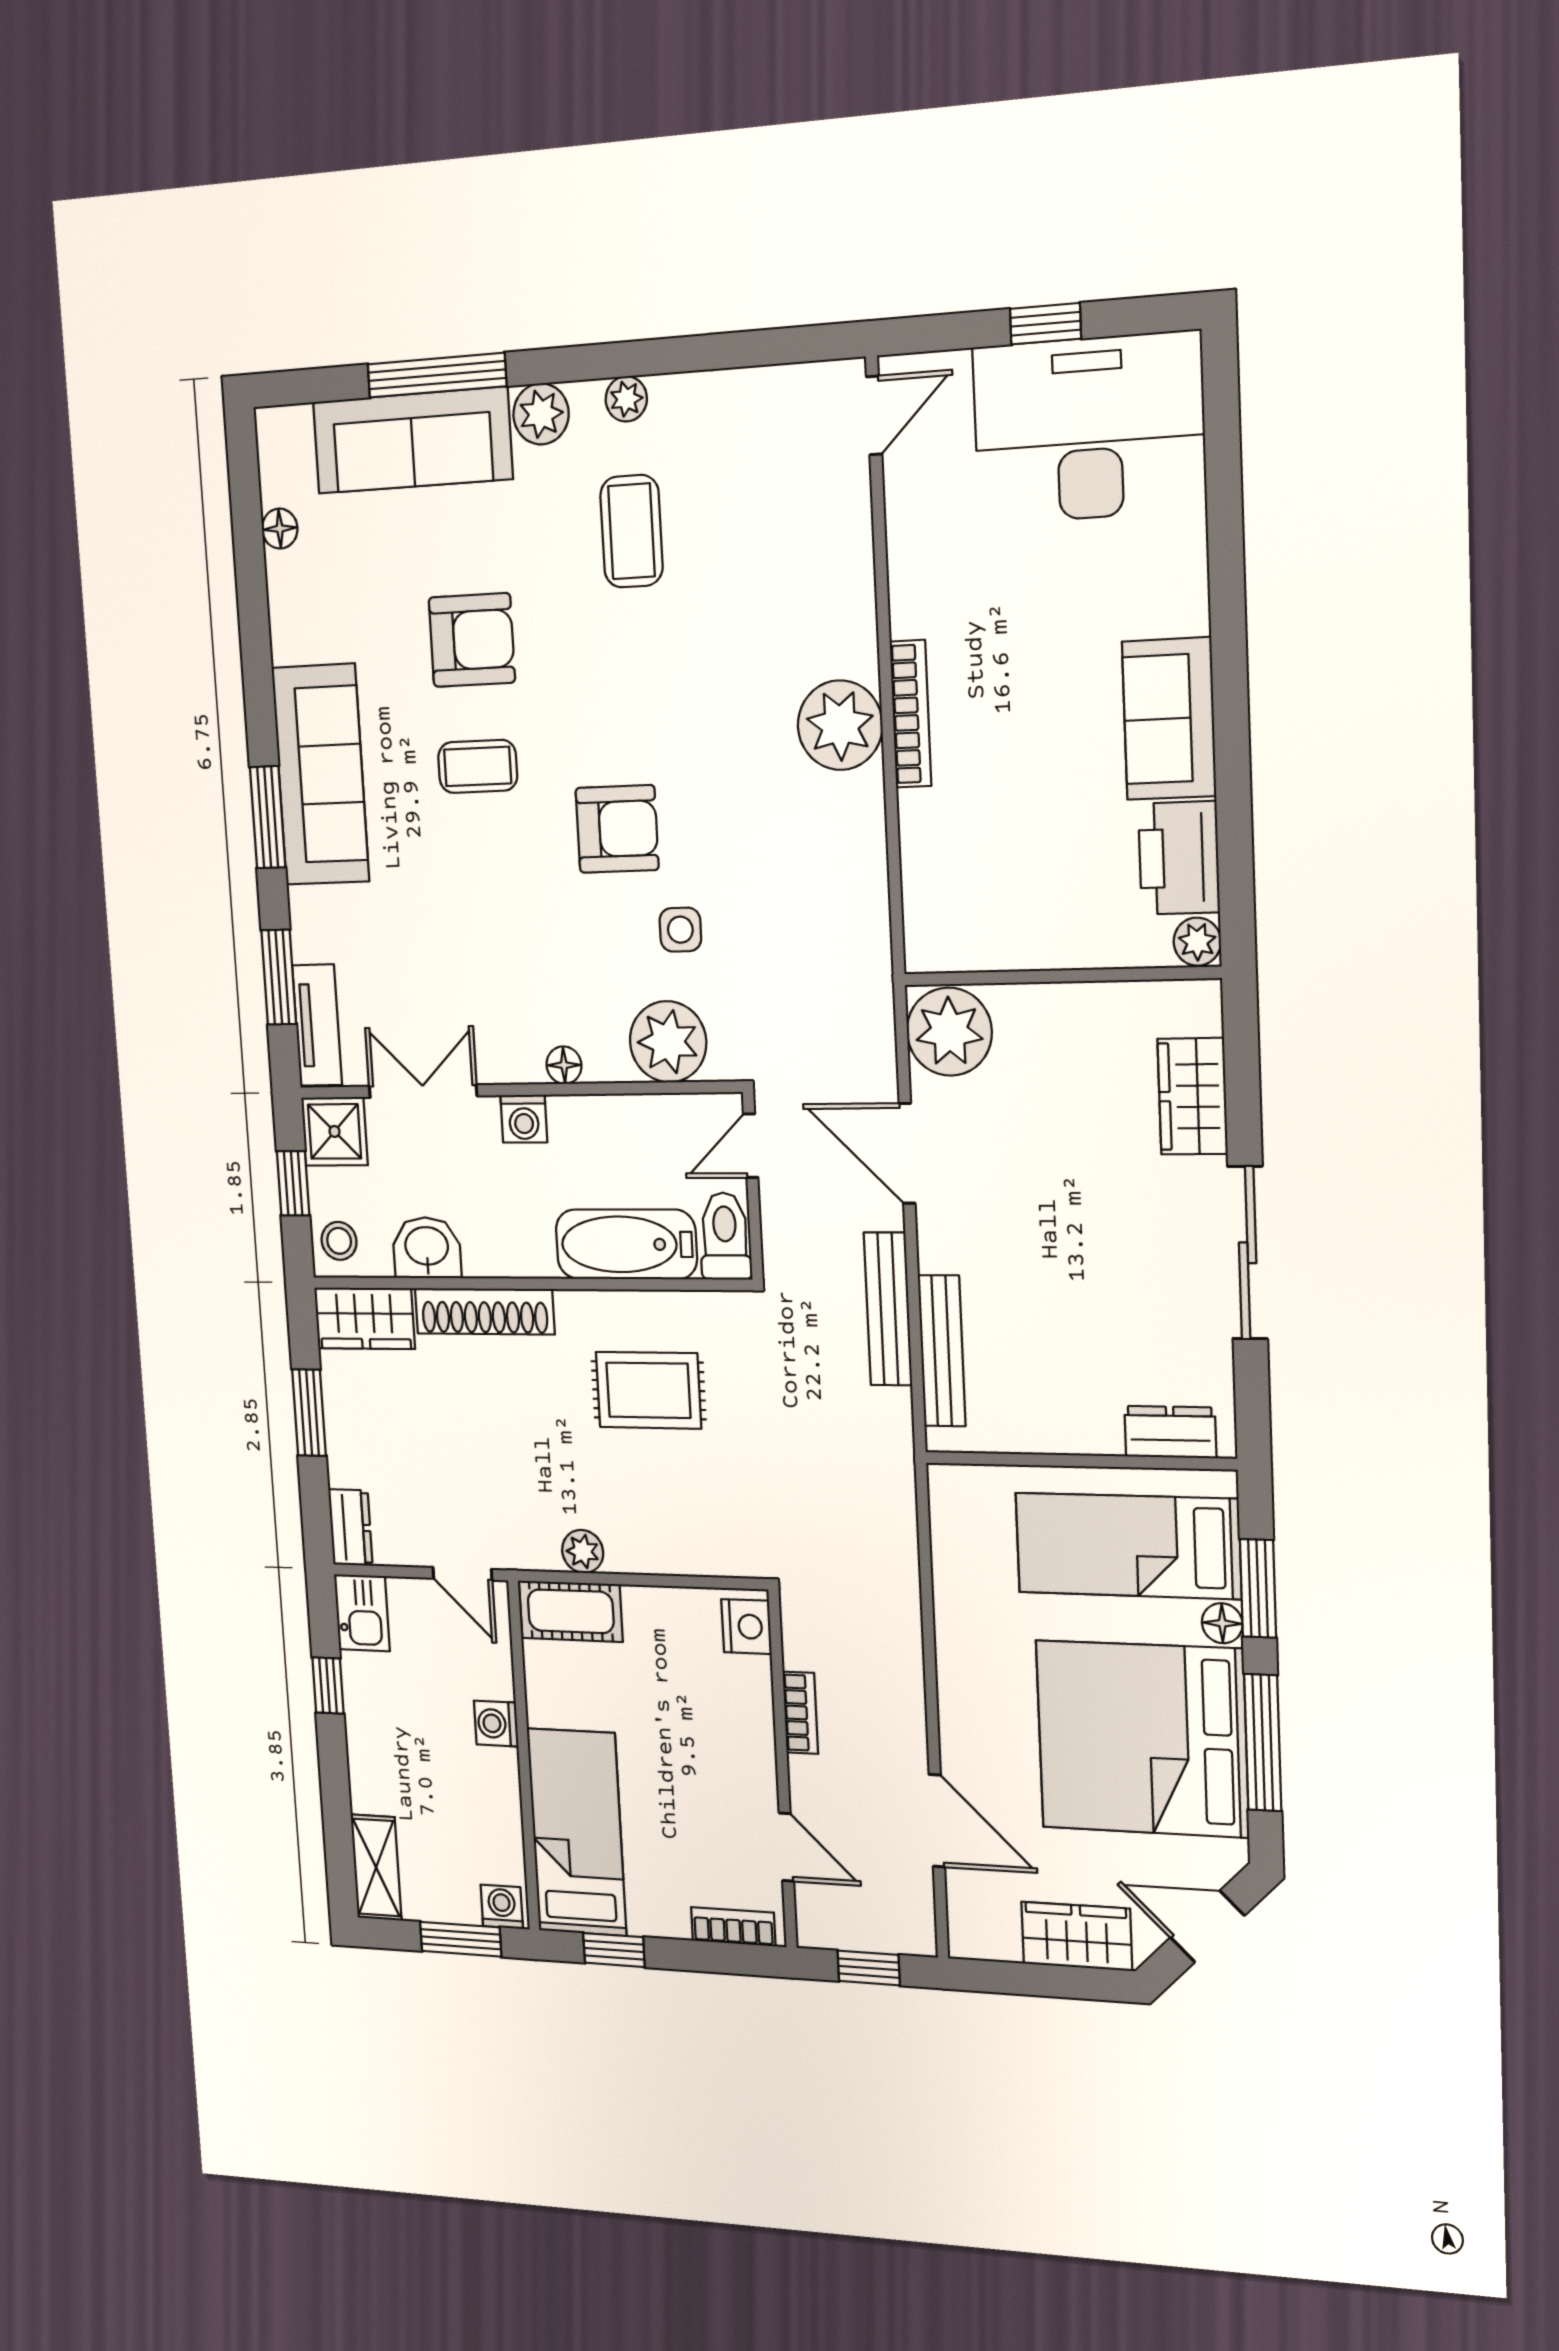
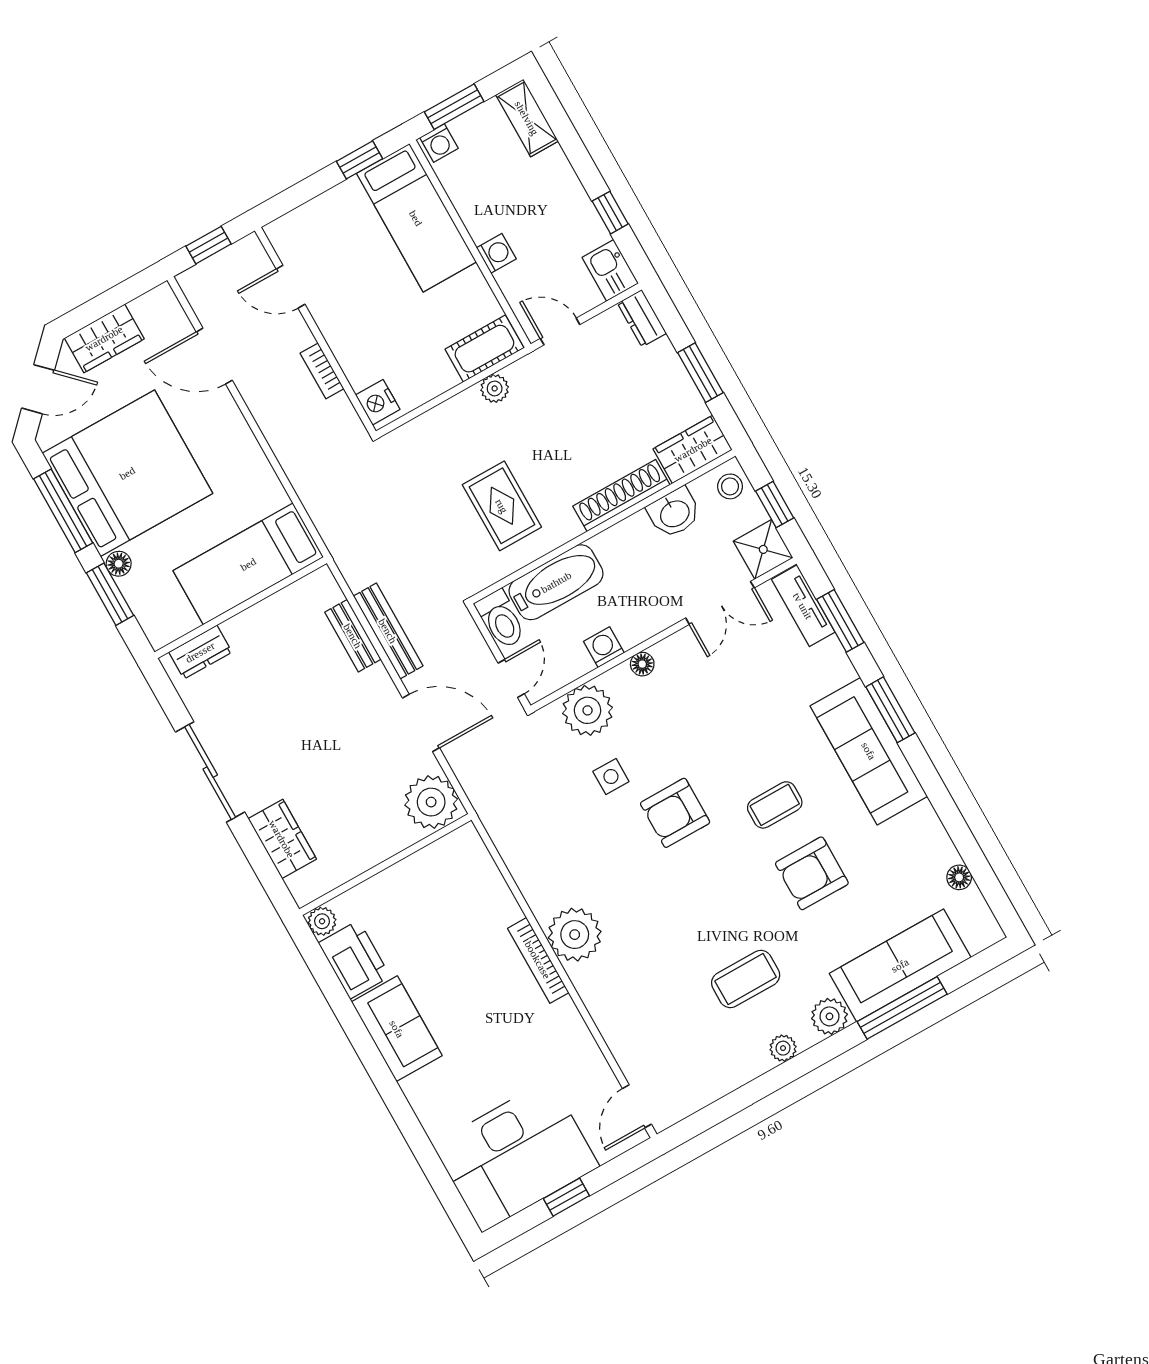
coffee table: (631, 531) -> (746, 979), turned 90
washing machine: (524, 1119) -> (604, 647), moved
bench: (942, 1351) -> (353, 636), width x0.73
rug: (648, 1390) -> (502, 506), turned 90
bed: (1128, 1546) -> (248, 564), moved, turned 180
bookcase: (733, 1927) -> (297, 220), removed

